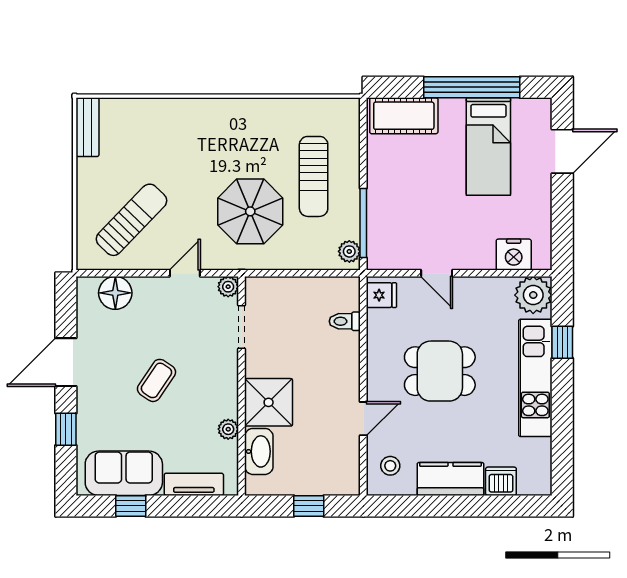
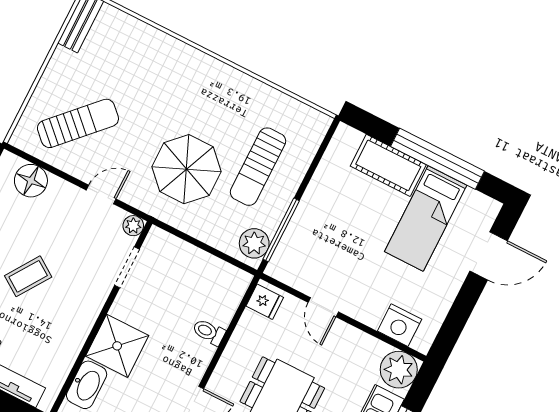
cot: (404, 116) -> (388, 165), moved
plant: (349, 251) -> (254, 243), width x1.38, depth x1.38
toilet: (345, 321) -> (209, 332), moved
plant: (228, 429) -> (70, 351), removed

